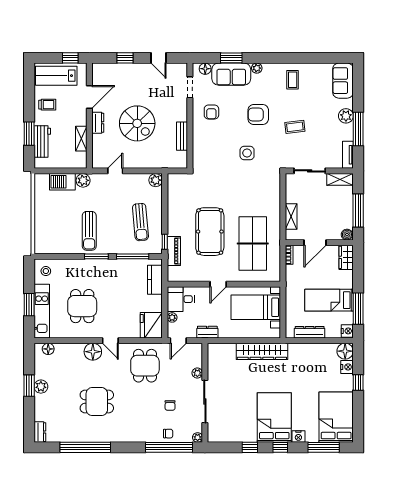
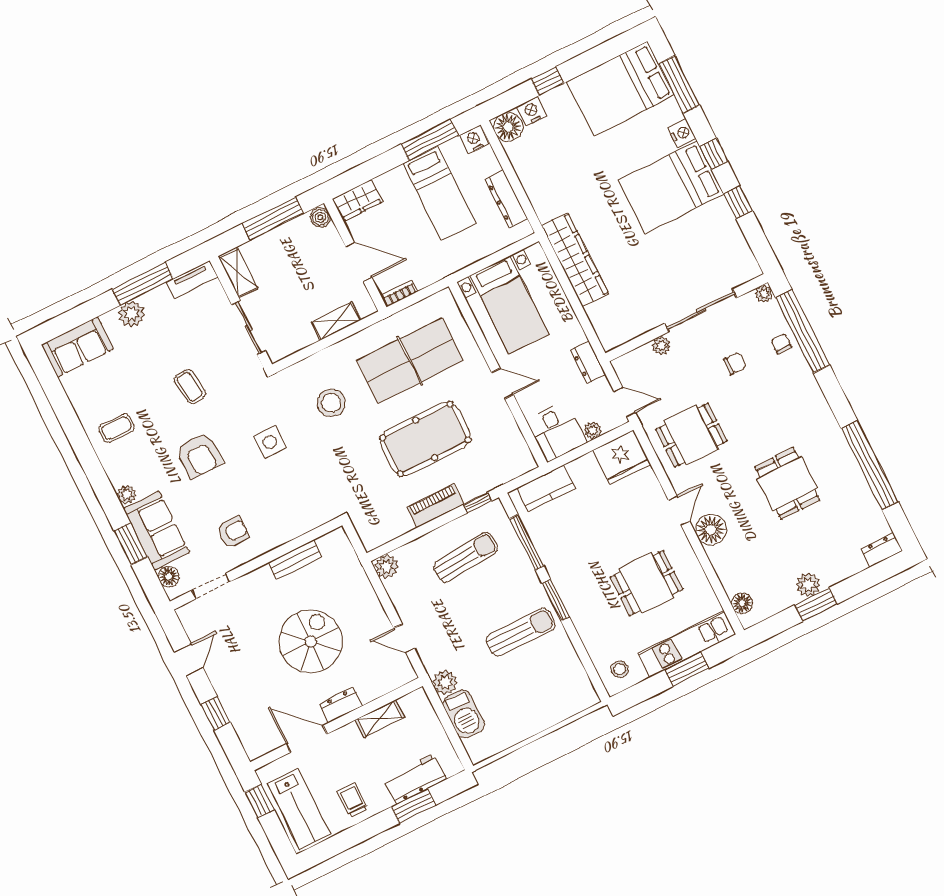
stool: (251, 193) -> (331, 403), added
piano: (174, 251) -> (436, 506), moved

